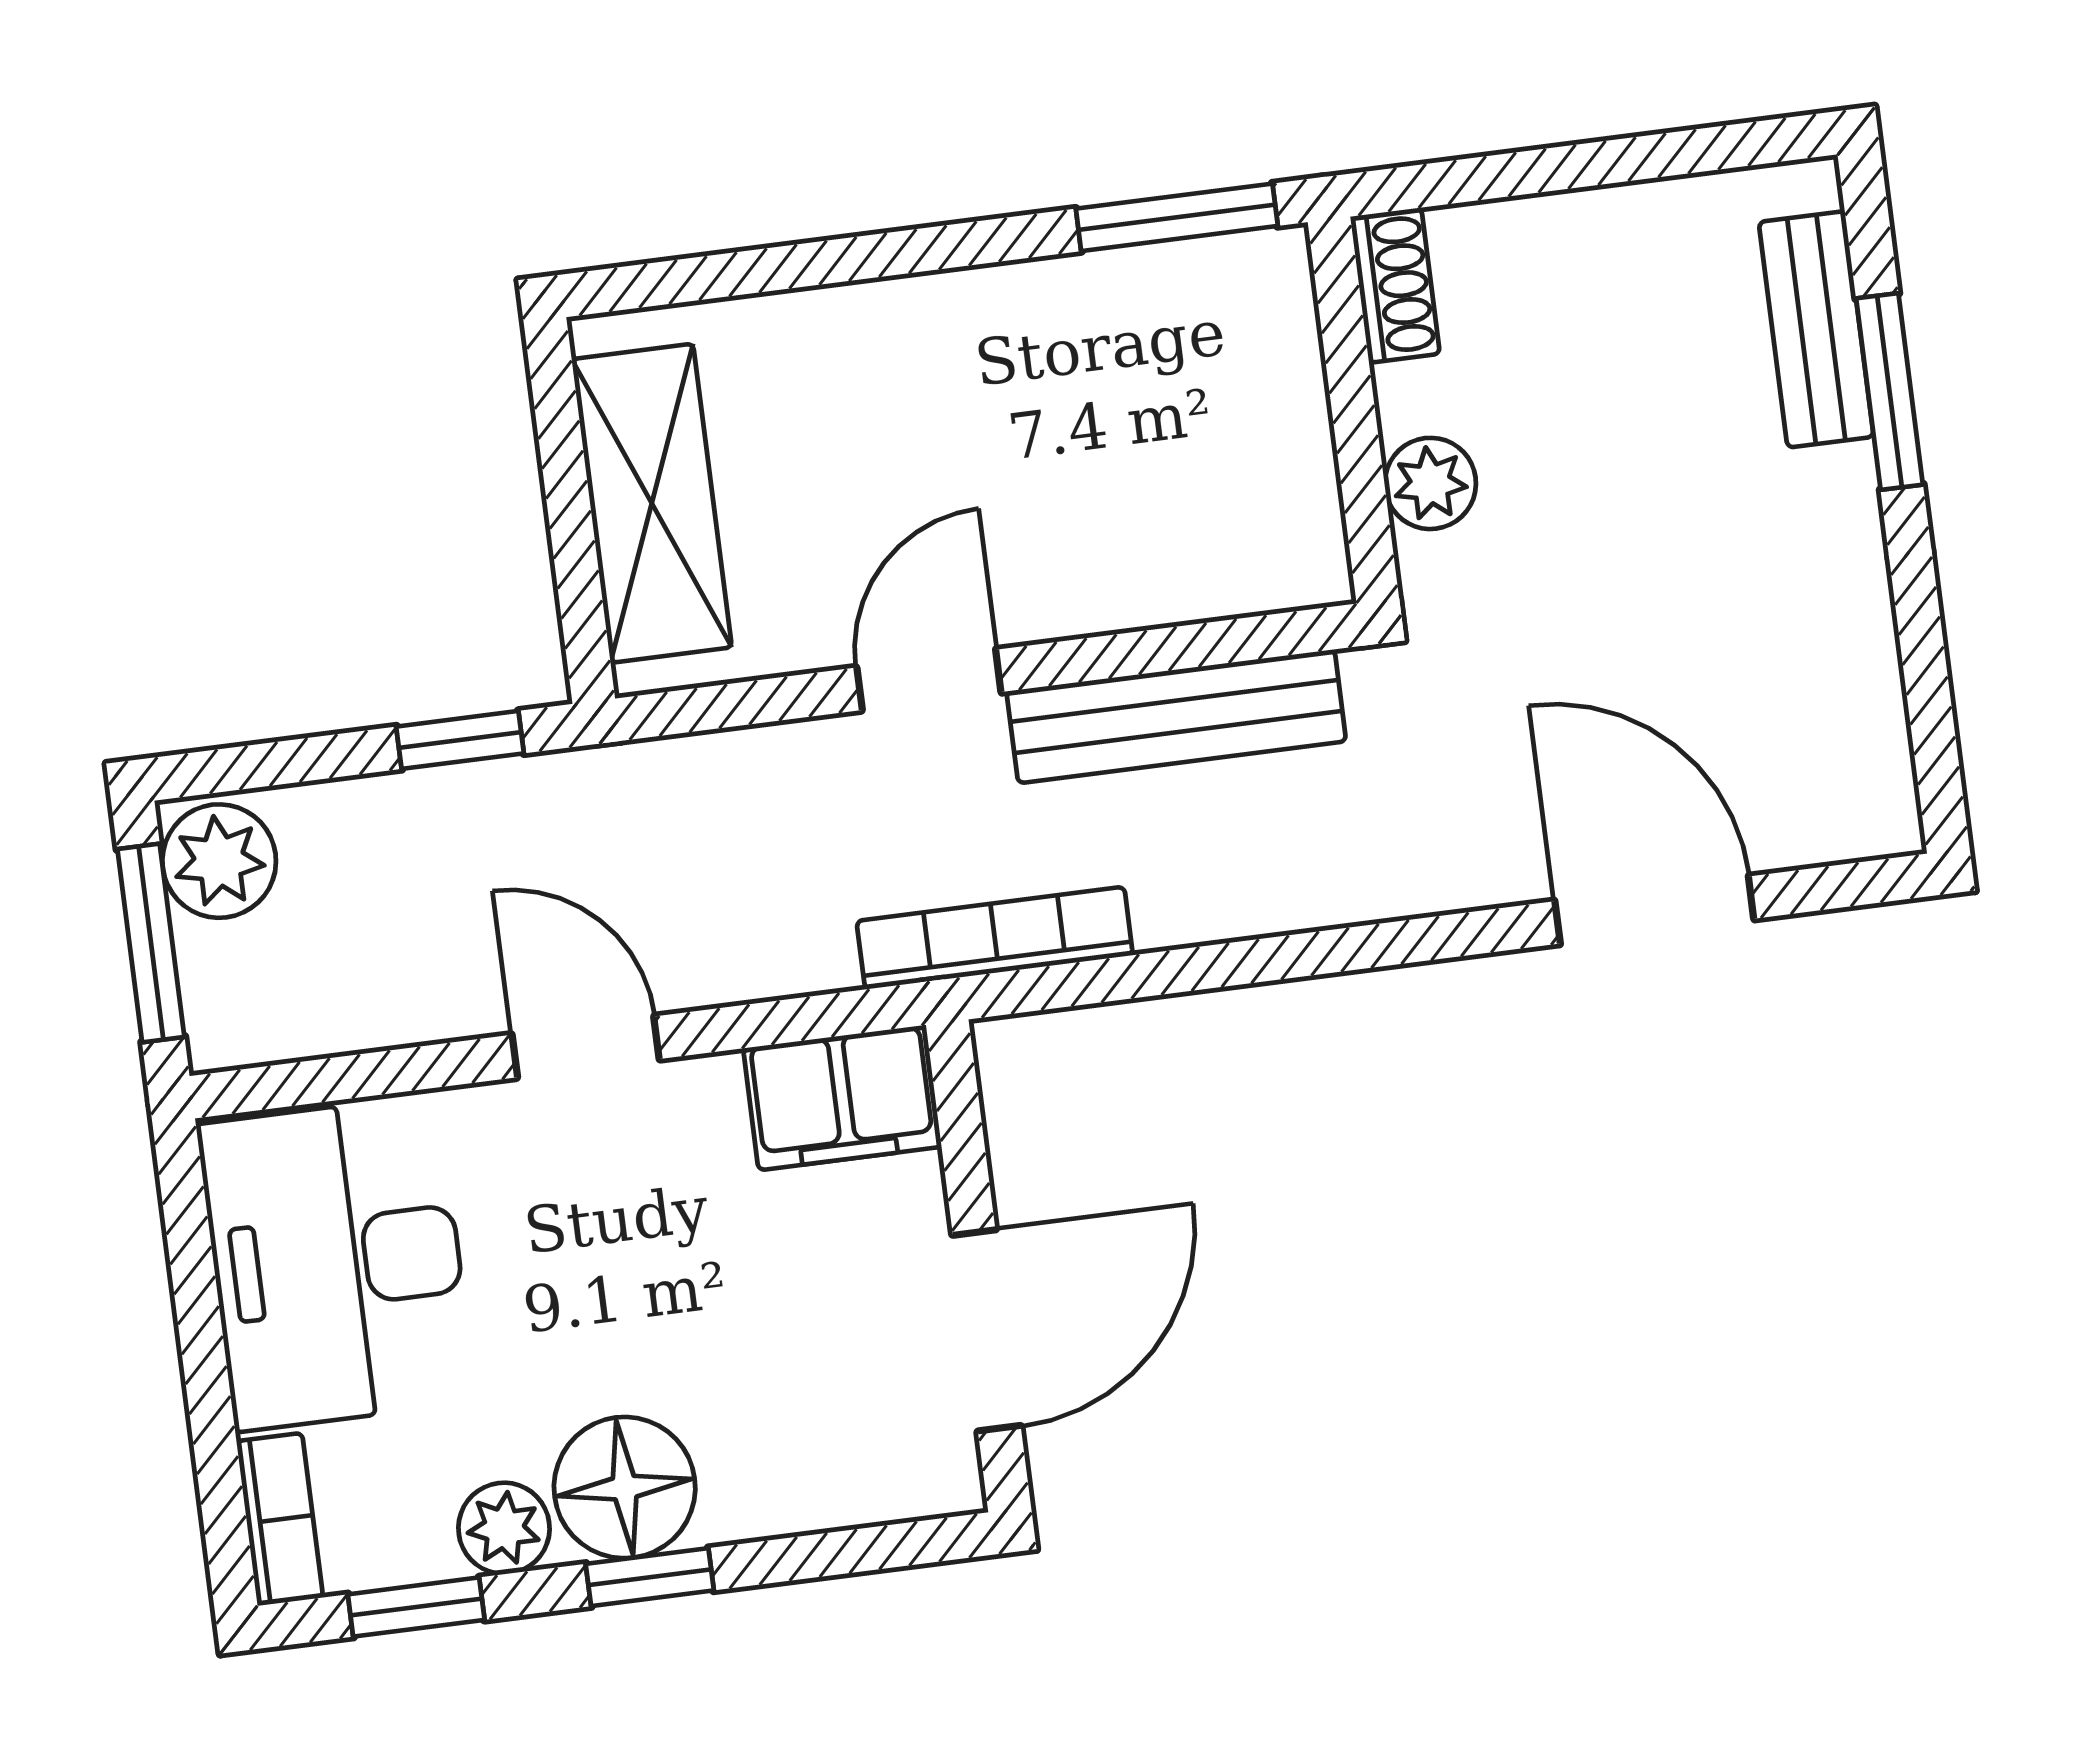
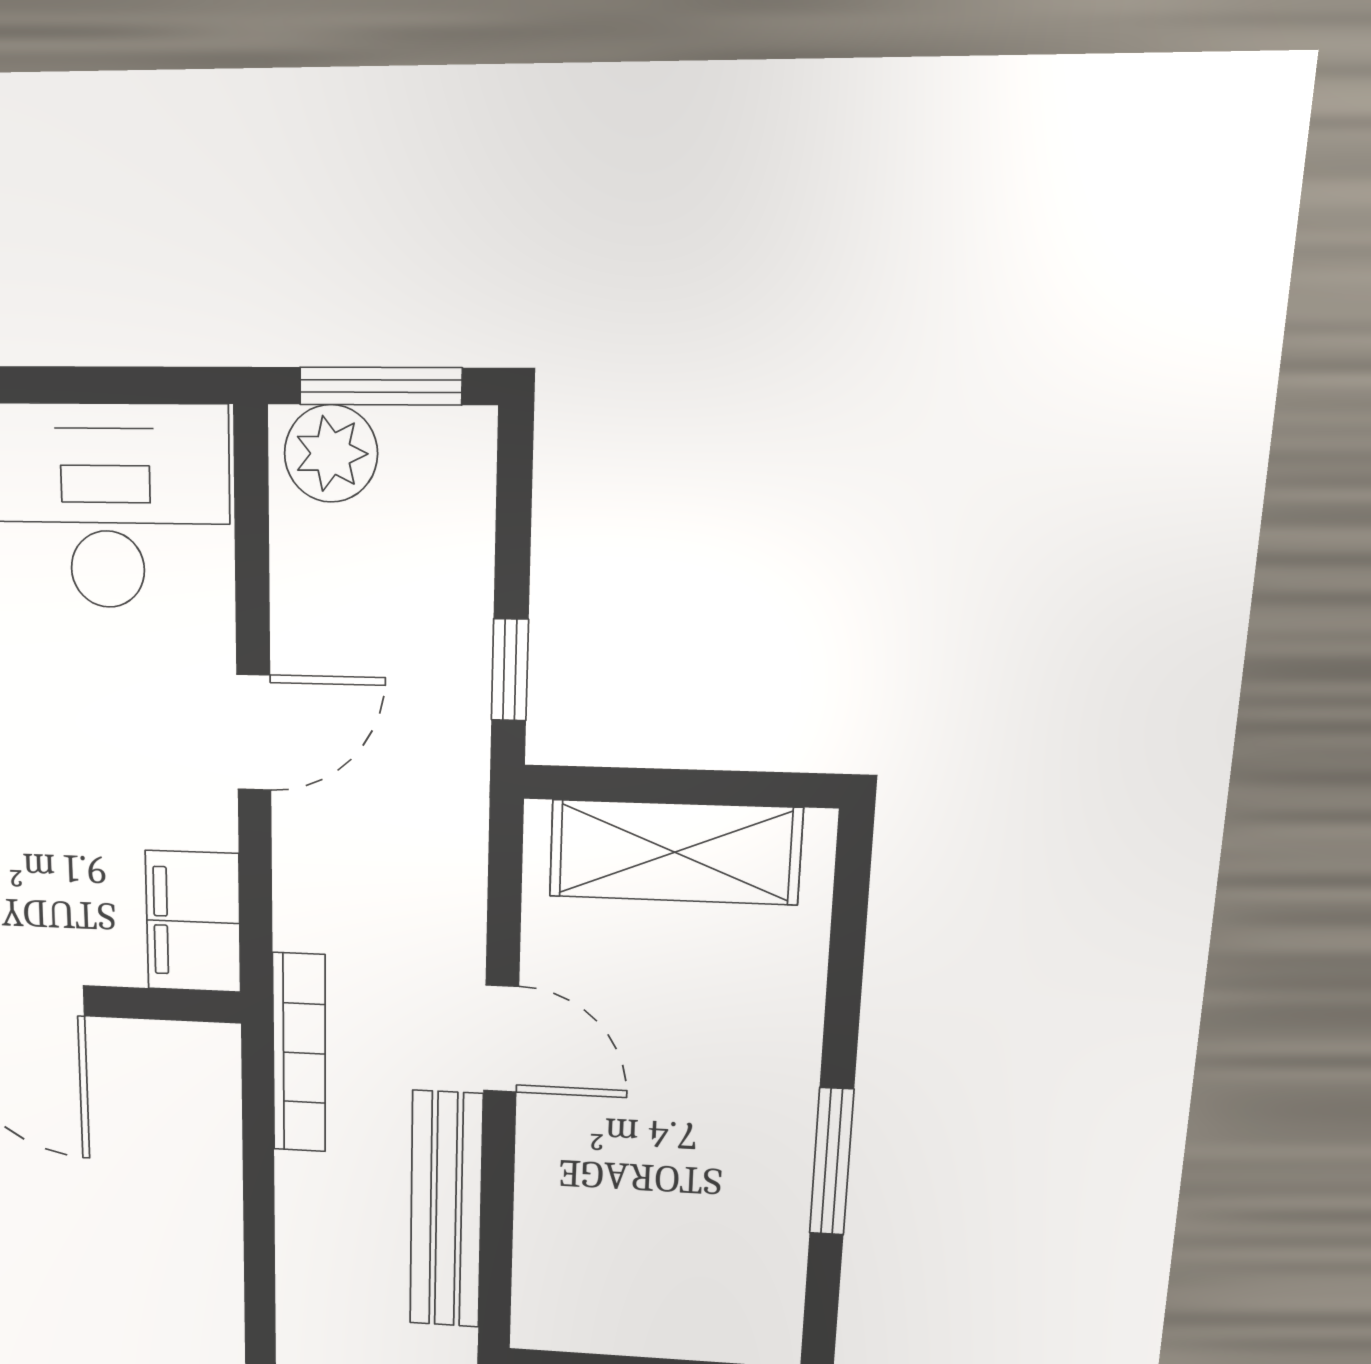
window: (1177, 217) -> (832, 1162), moved
plant: (219, 861) -> (331, 454), moved

